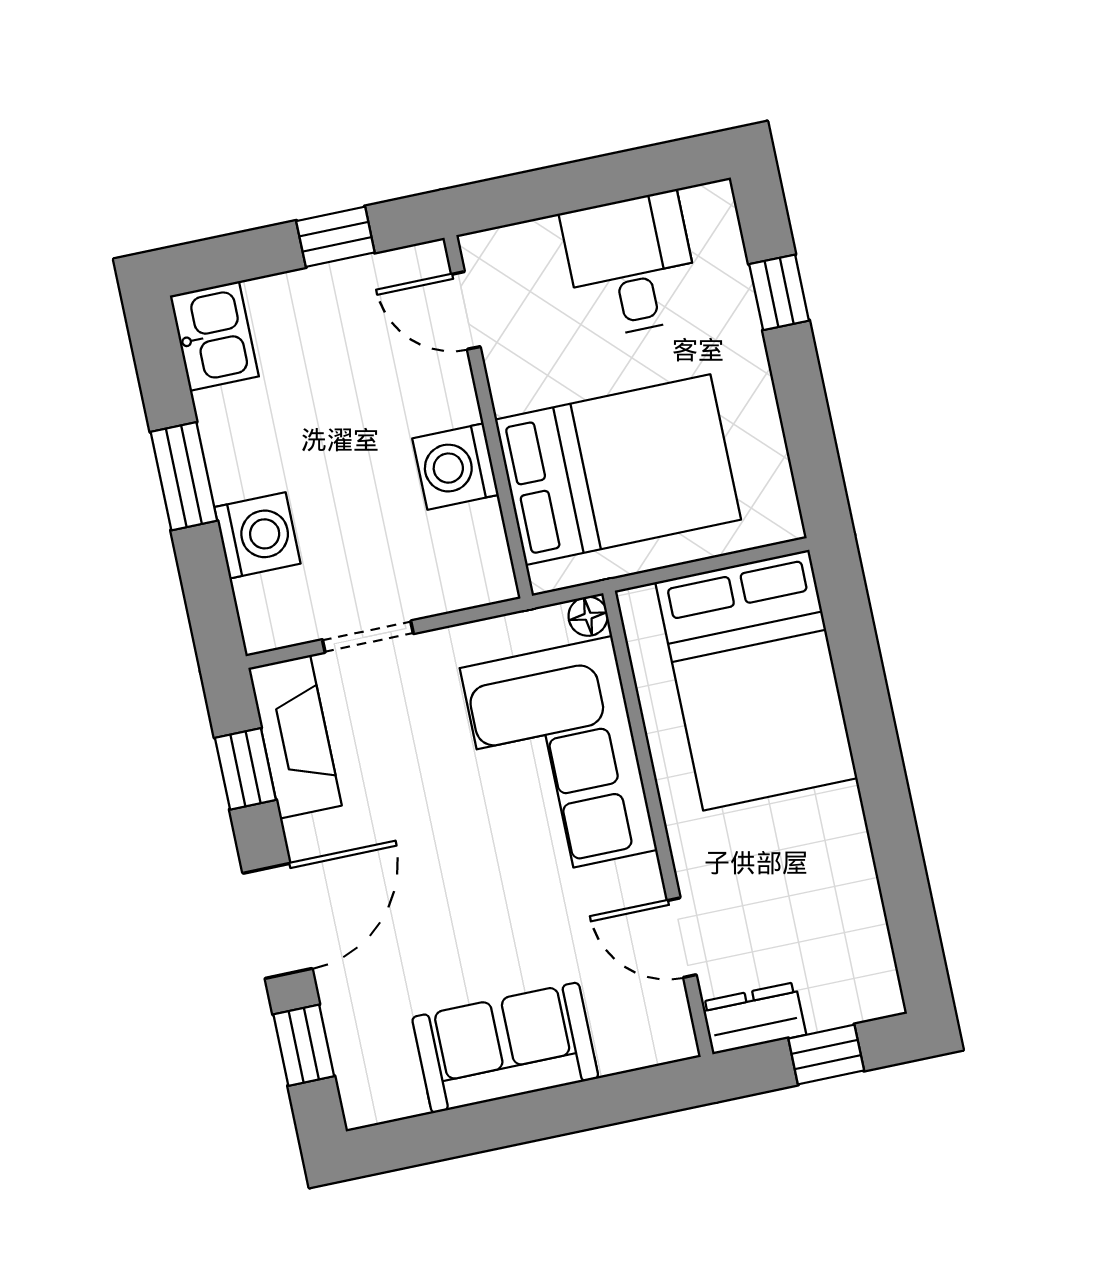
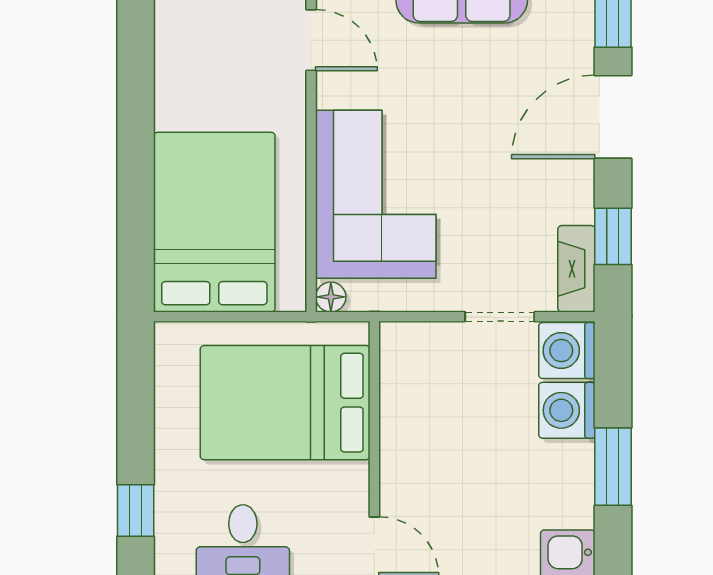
washing machine: (455, 467) -> (567, 350), moved, turned 180
fireplace: (295, 737) -> (576, 269), width x0.73, depth x0.76

